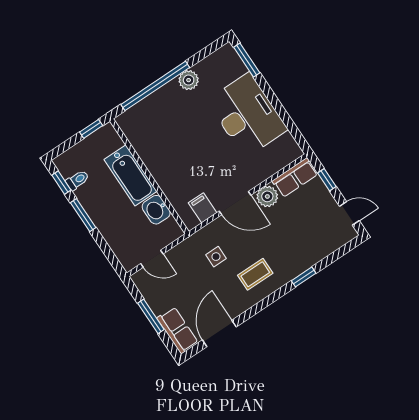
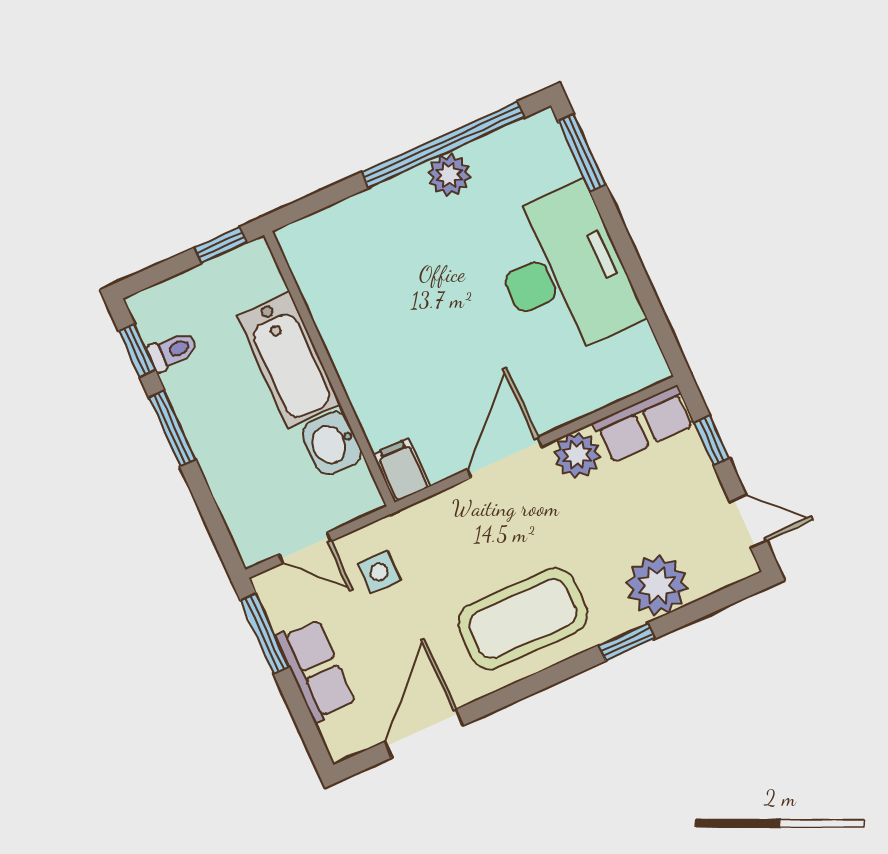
window: (155, 86) -> (443, 145), moved
door: (235, 203) -> (505, 458), swing flipped
filing cabinet: (203, 208) -> (402, 470), moved
plant: (313, 249) -> (657, 585), added
side table: (216, 257) -> (379, 572), moved
coffee table: (255, 274) -> (523, 619), width x1.86, depth x1.72
window: (151, 316) -> (265, 633), moved
row of seats: (178, 330) -> (316, 670), moved

